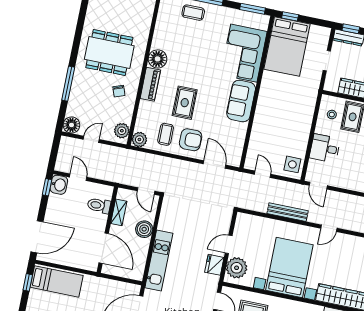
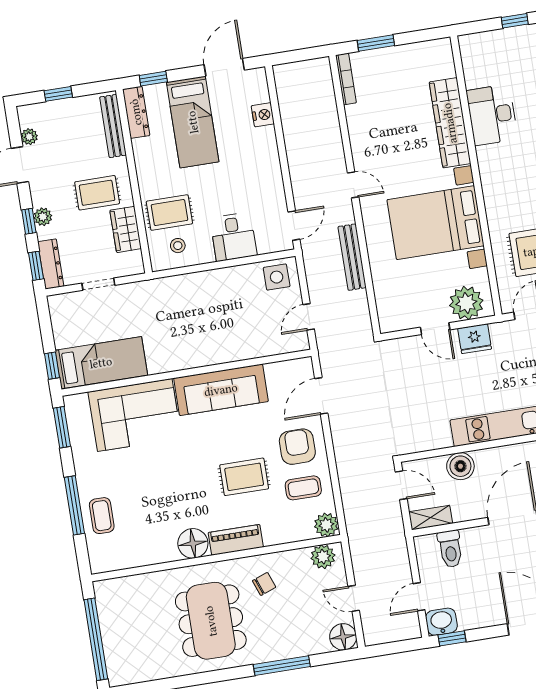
bed: (287, 47) -> (101, 363), width x0.67
sofa: (241, 101) -> (221, 390), width x1.36
door: (146, 191) -> (401, 485), hinge flipped
shelving: (119, 212) -> (431, 518), moved

